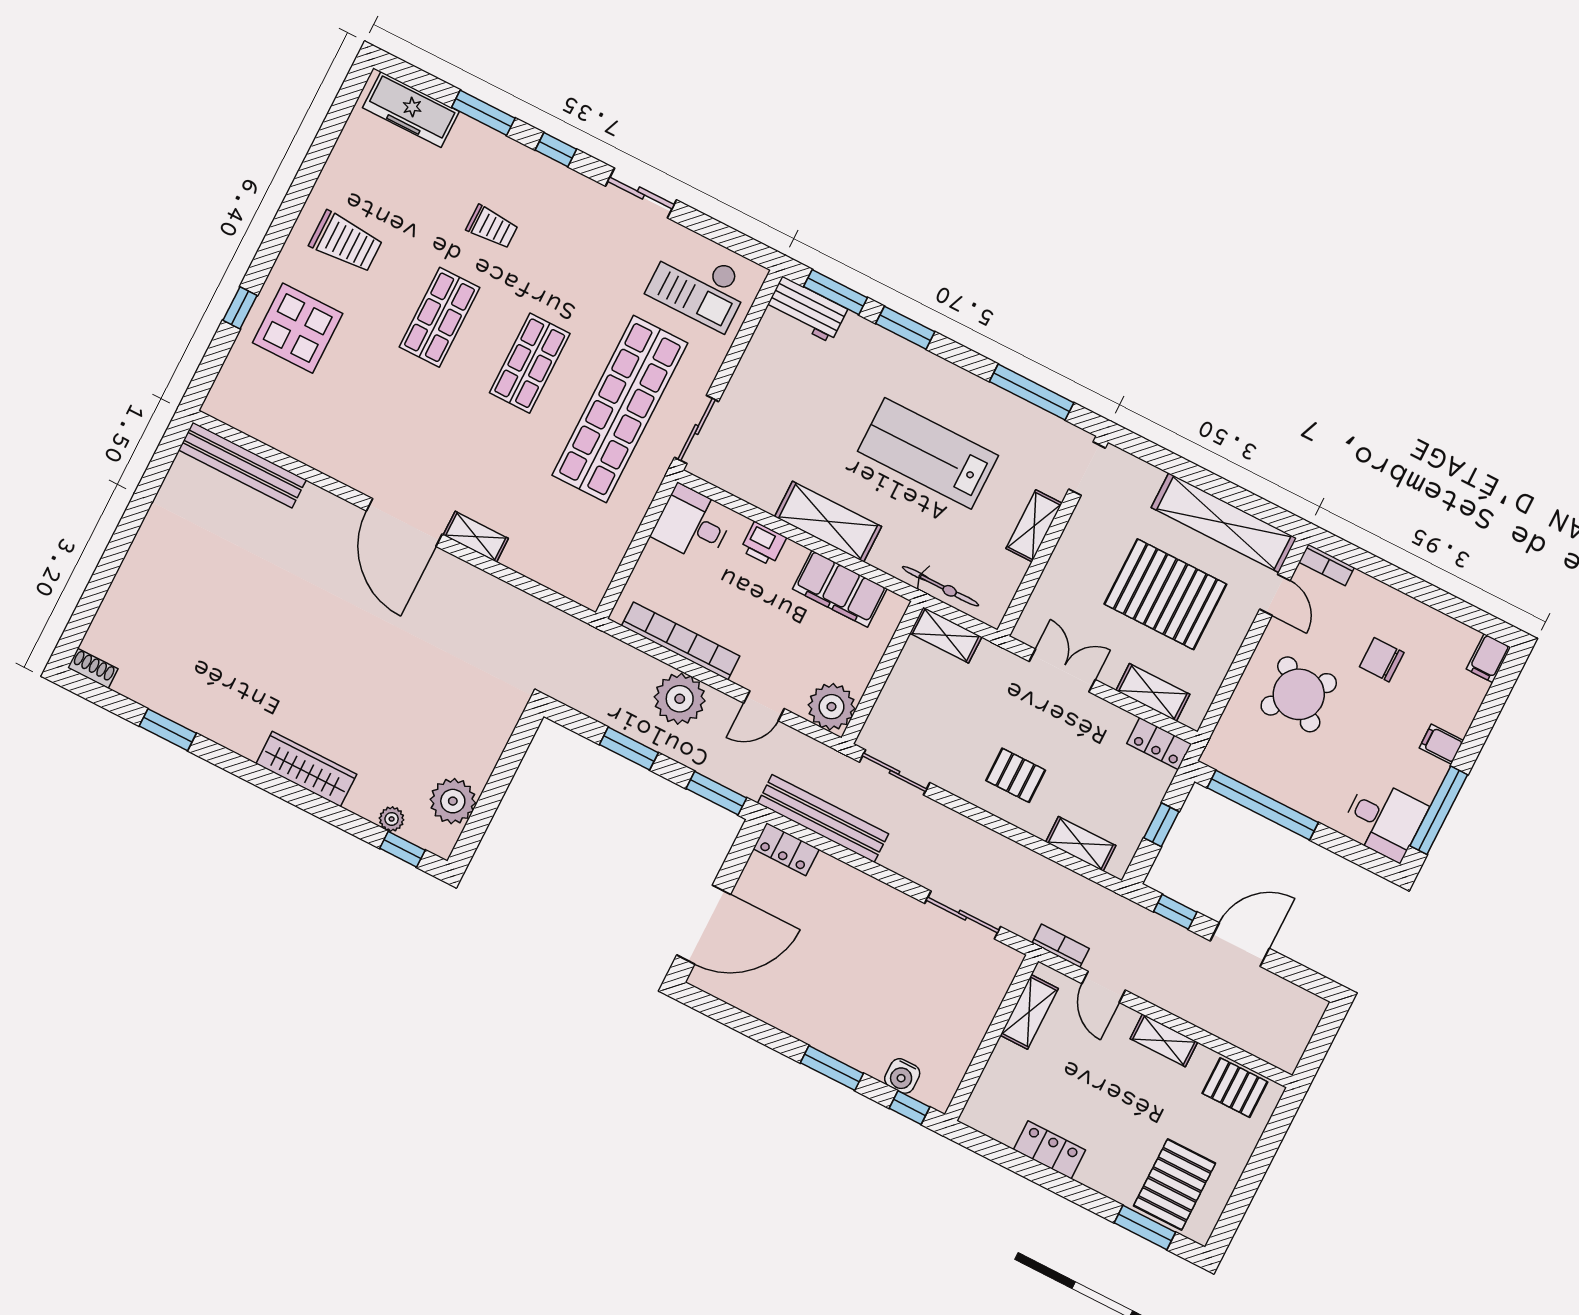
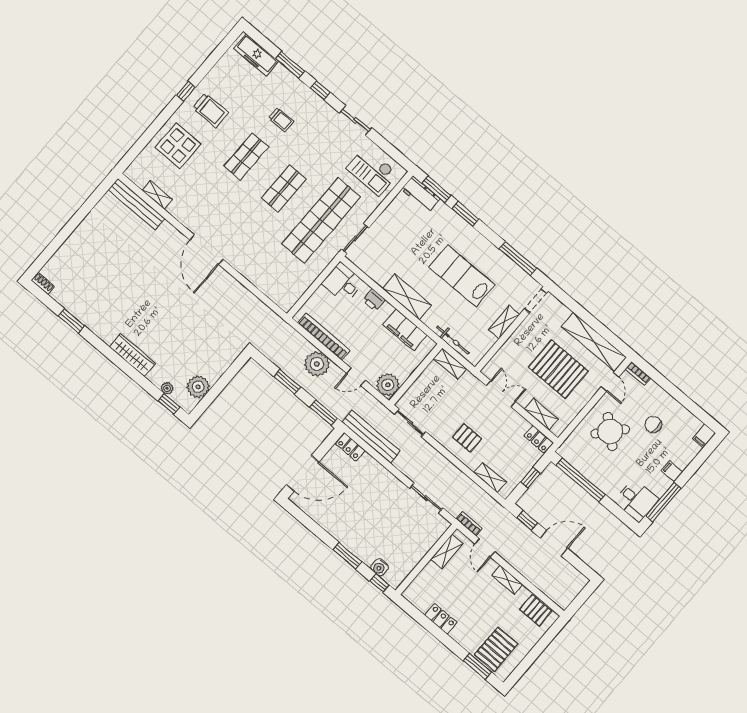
window: (240, 308) -> (186, 91), moved
shelving: (476, 537) -> (157, 195), moved

